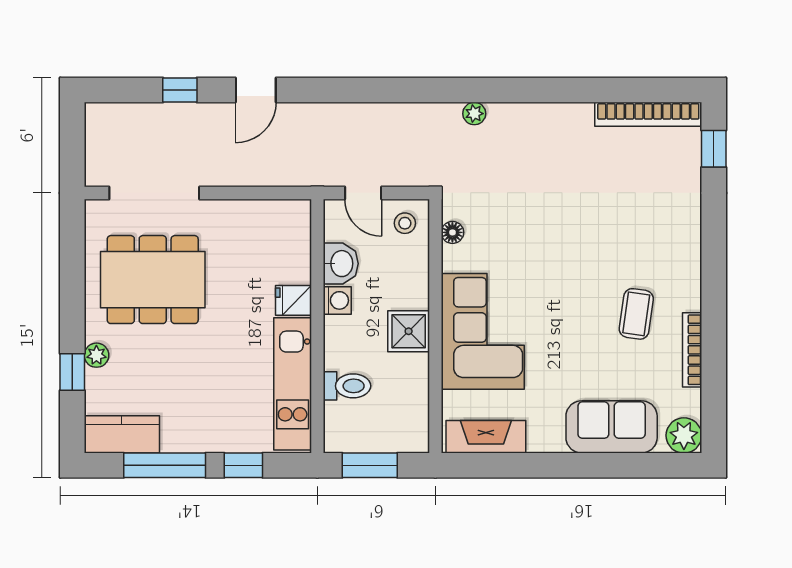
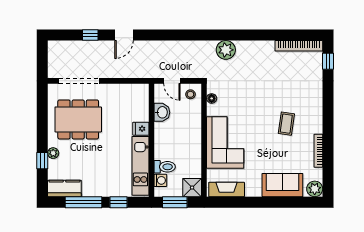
plant: (474, 114) -> (226, 50), width x1.88, depth x1.88
washing machine: (337, 300) -> (160, 180), moved
coffee table: (636, 314) -> (286, 124), moved
shower: (409, 331) -> (192, 188), moved

